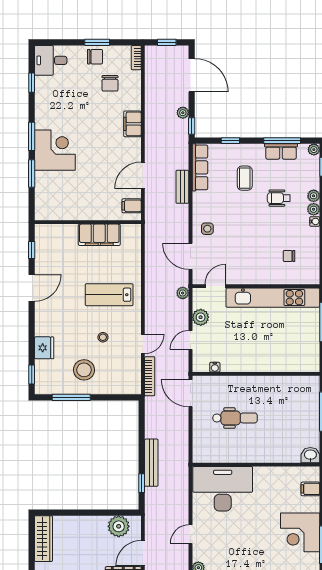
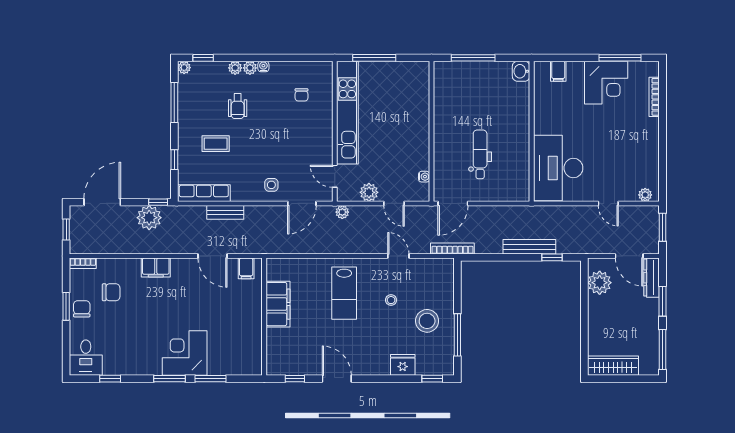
plant: (183, 113) -> (149, 218), width x1.88, depth x1.88
row of seats: (281, 151) -> (186, 104), removed
bookcase: (150, 376) -> (452, 248), moved

